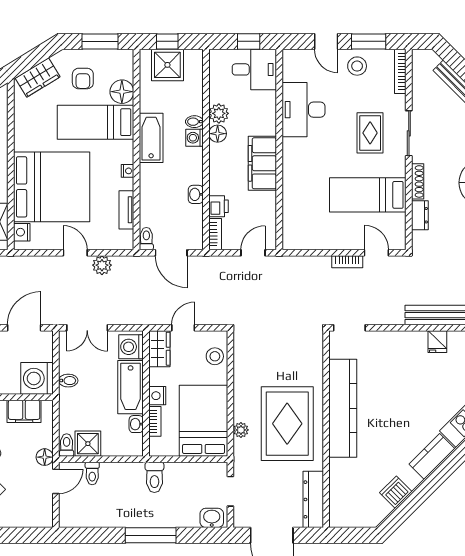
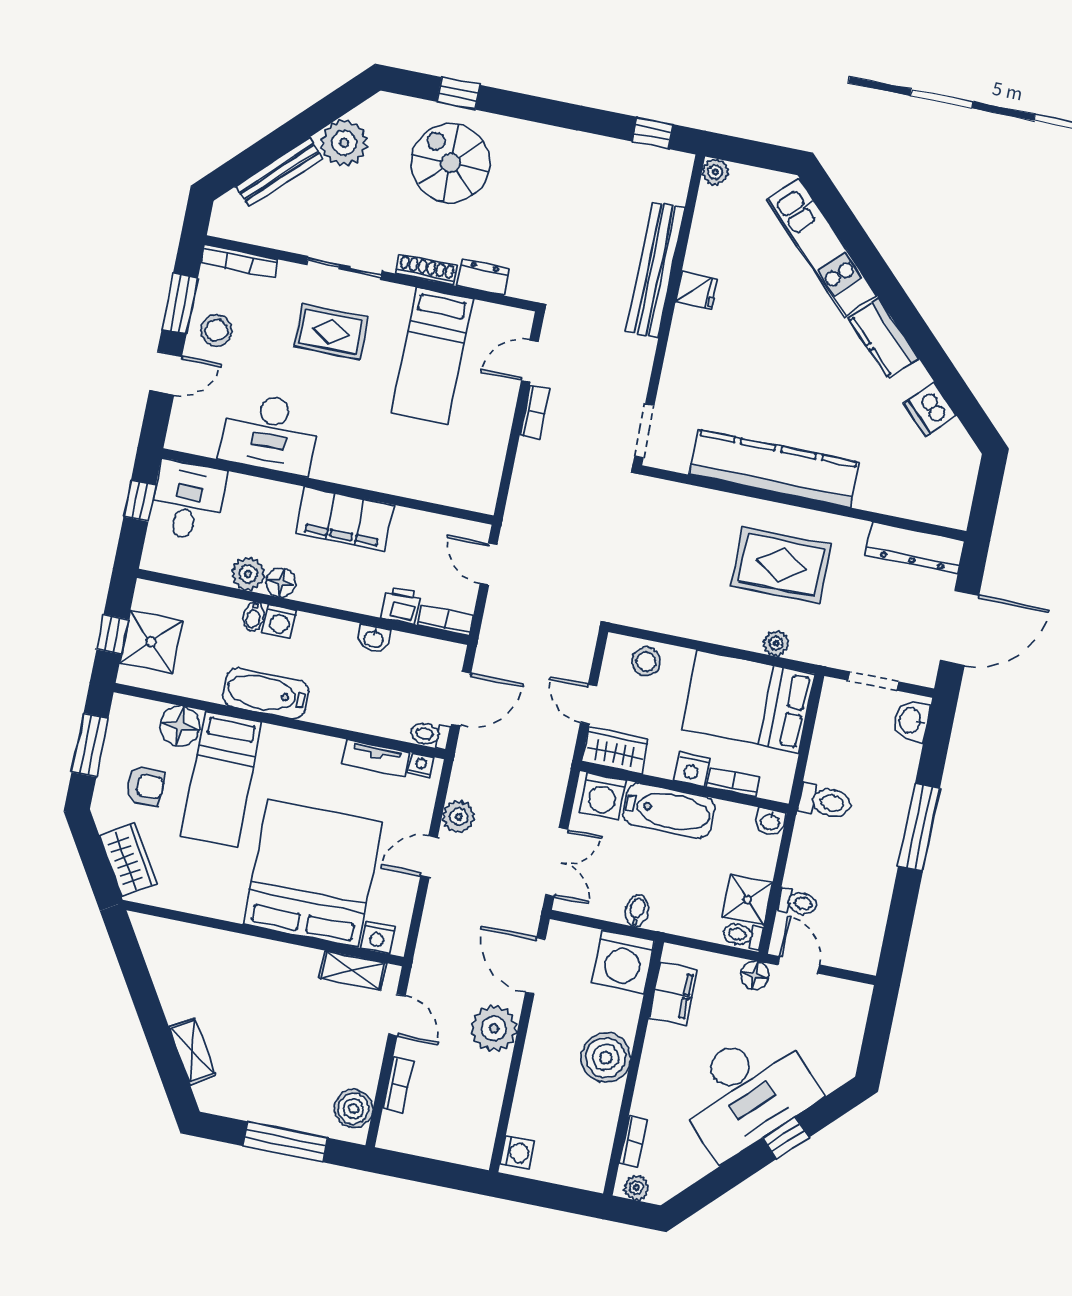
nightstand: (128, 171) -> (421, 765), moved
washbasin: (136, 424) -> (770, 822), moved
rug: (287, 424) -> (781, 565), width x0.73, depth x0.69

